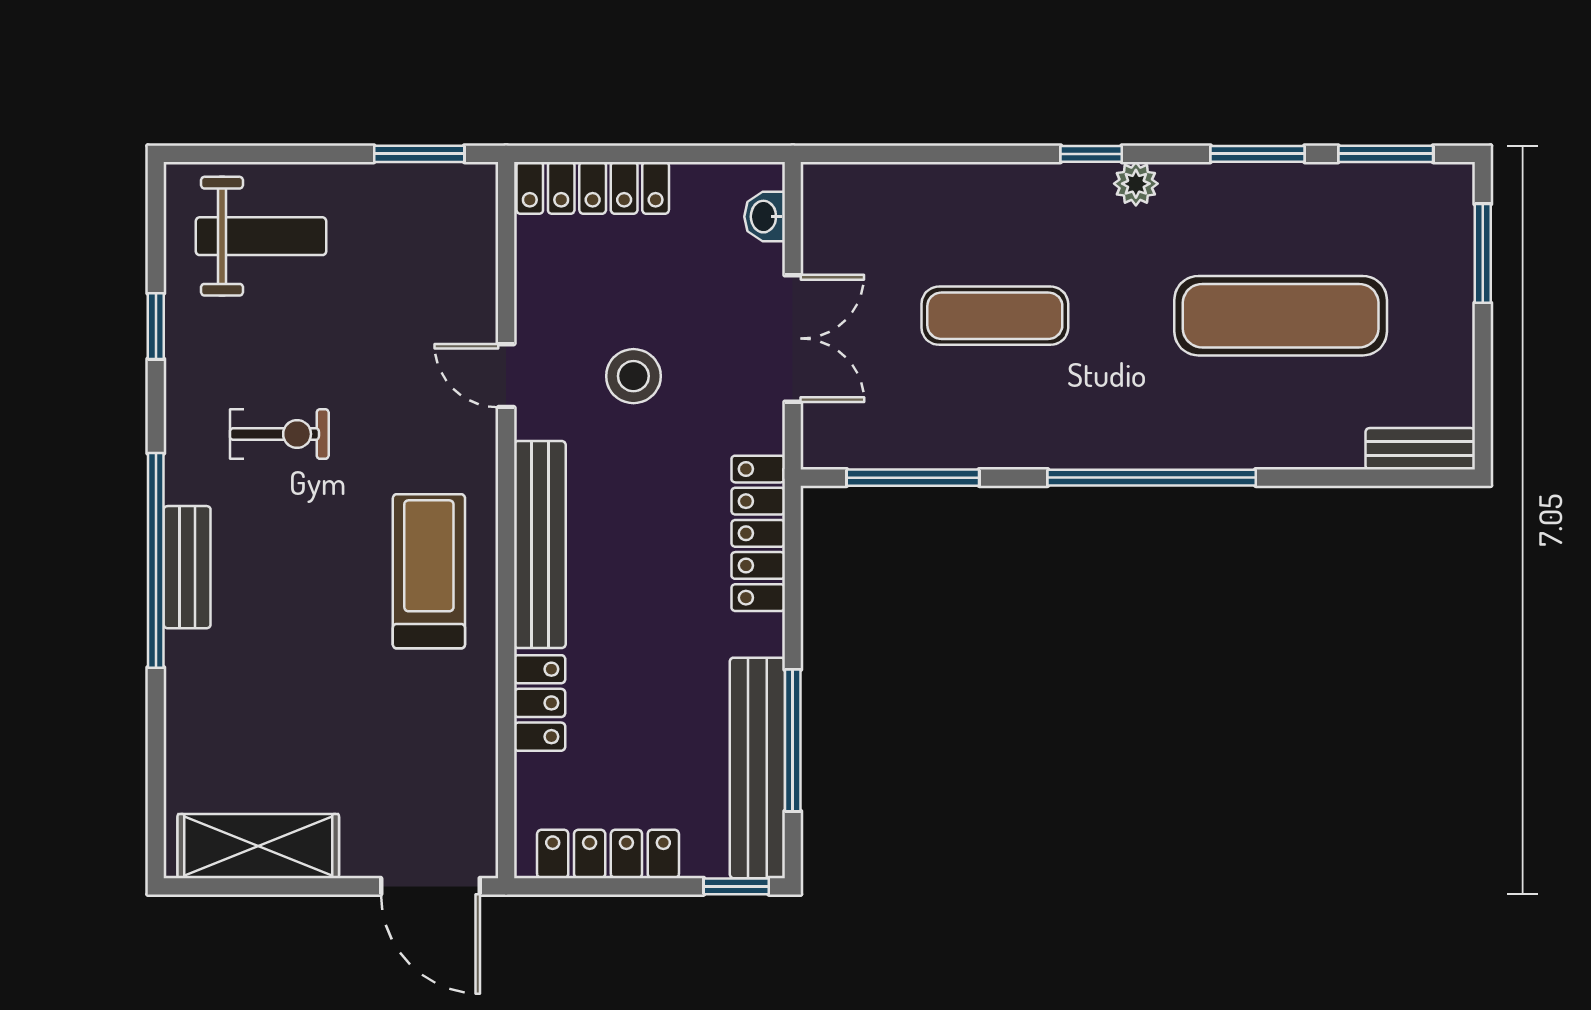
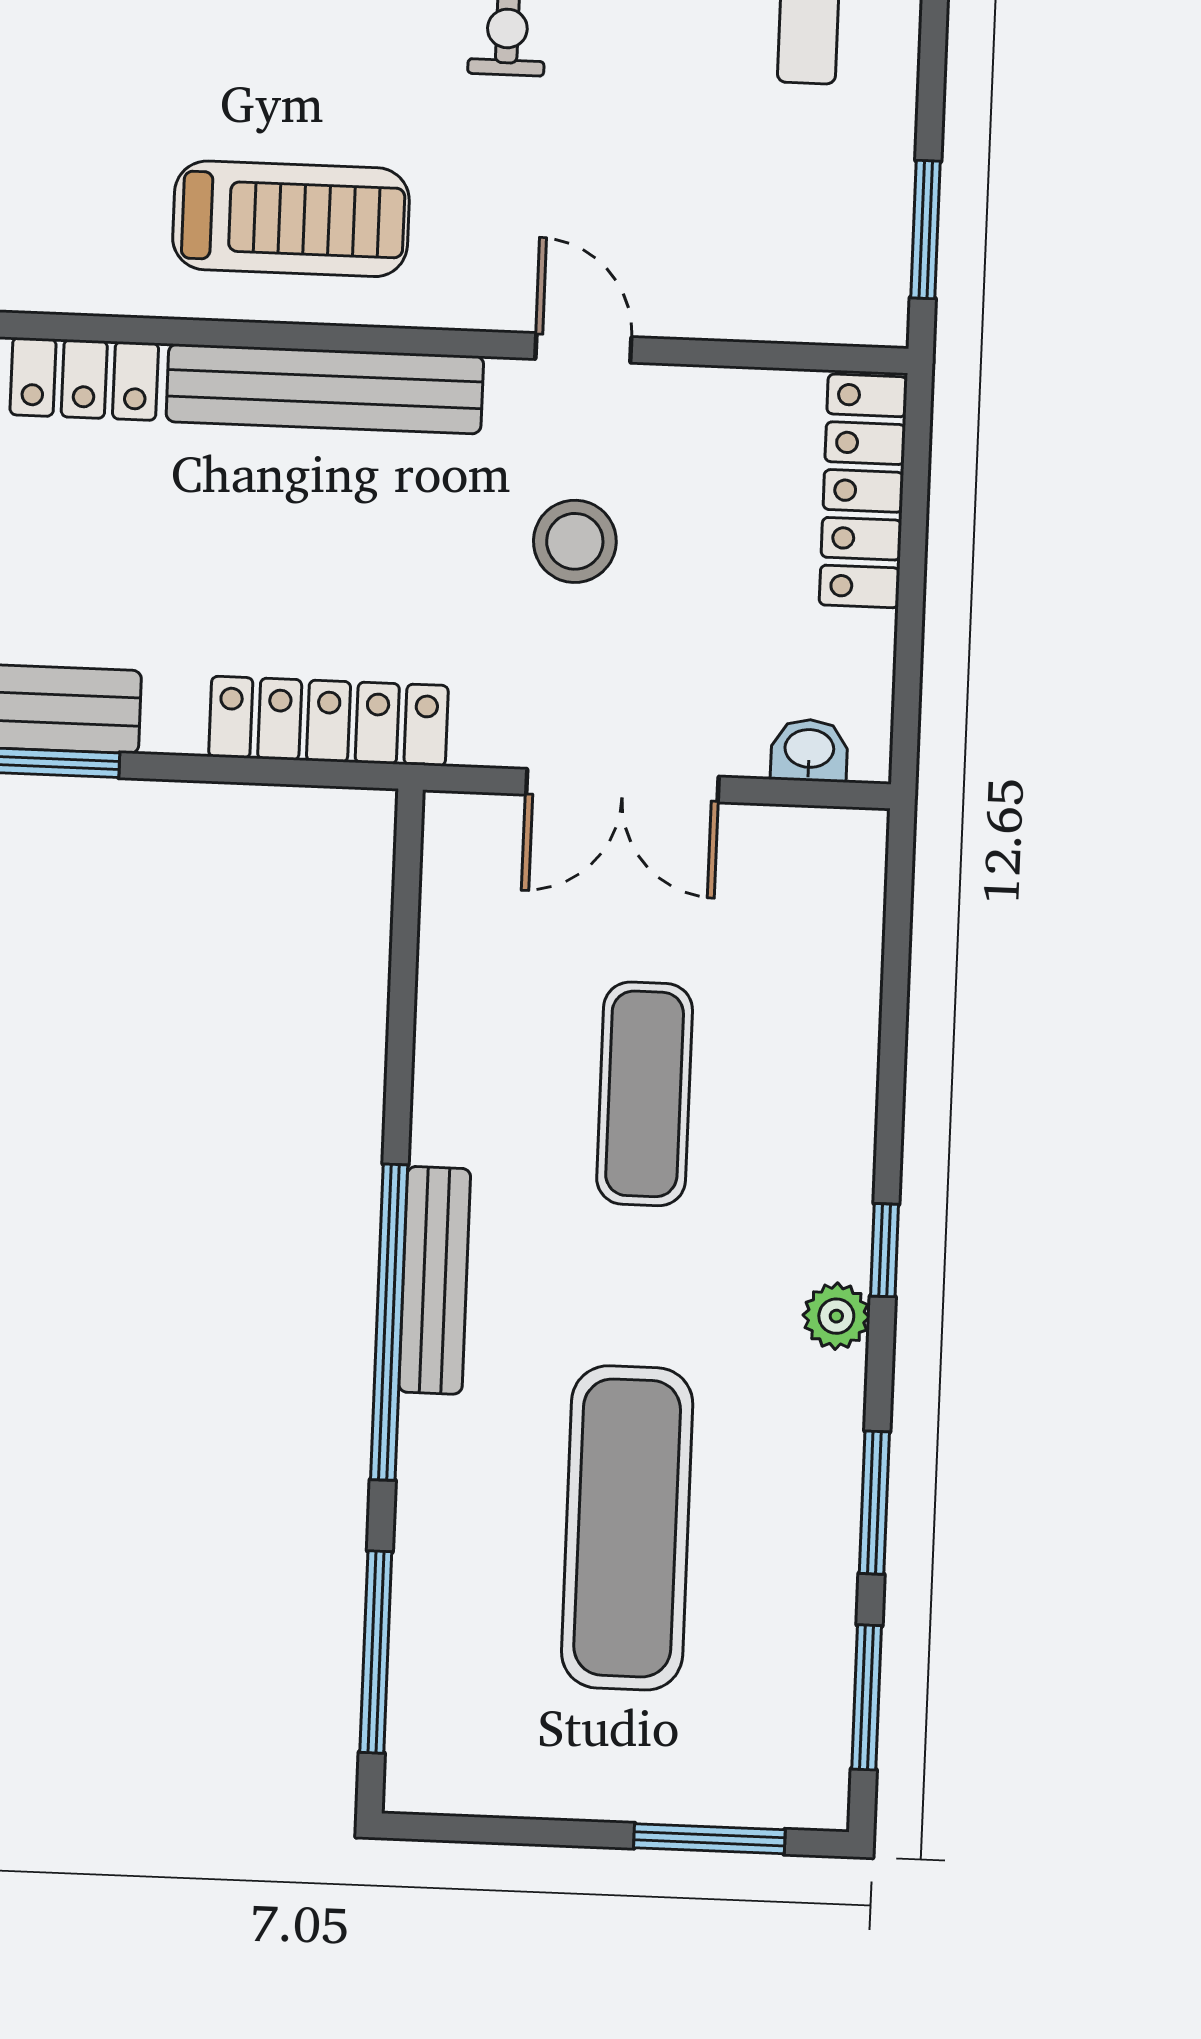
door: (506, 376) -> (583, 348), hinge flipped
bench: (1420, 449) -> (435, 1280), moved, width x1.36
window: (913, 478) -> (376, 1652), moved

